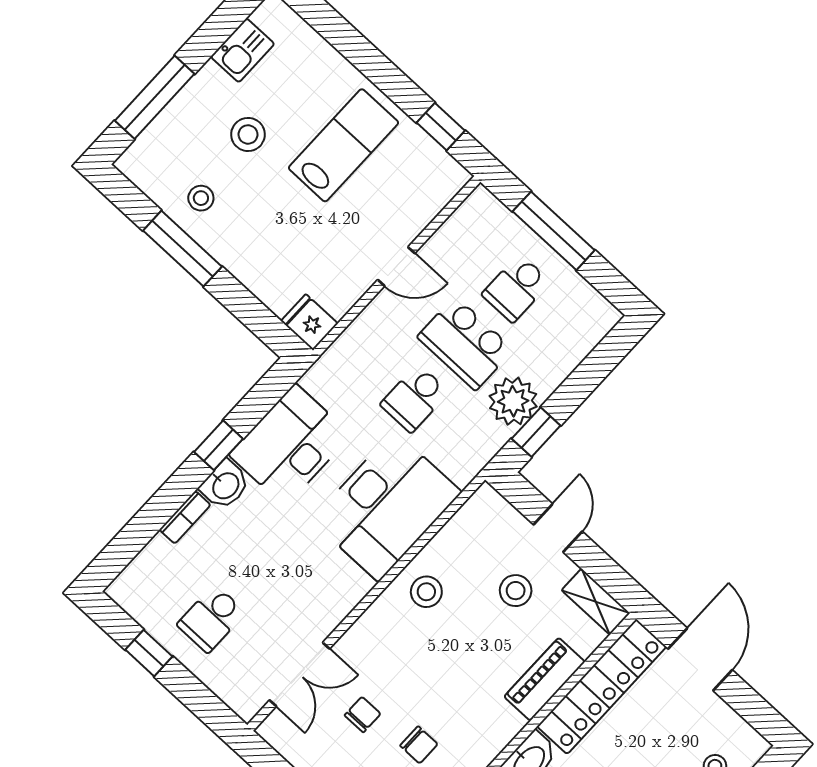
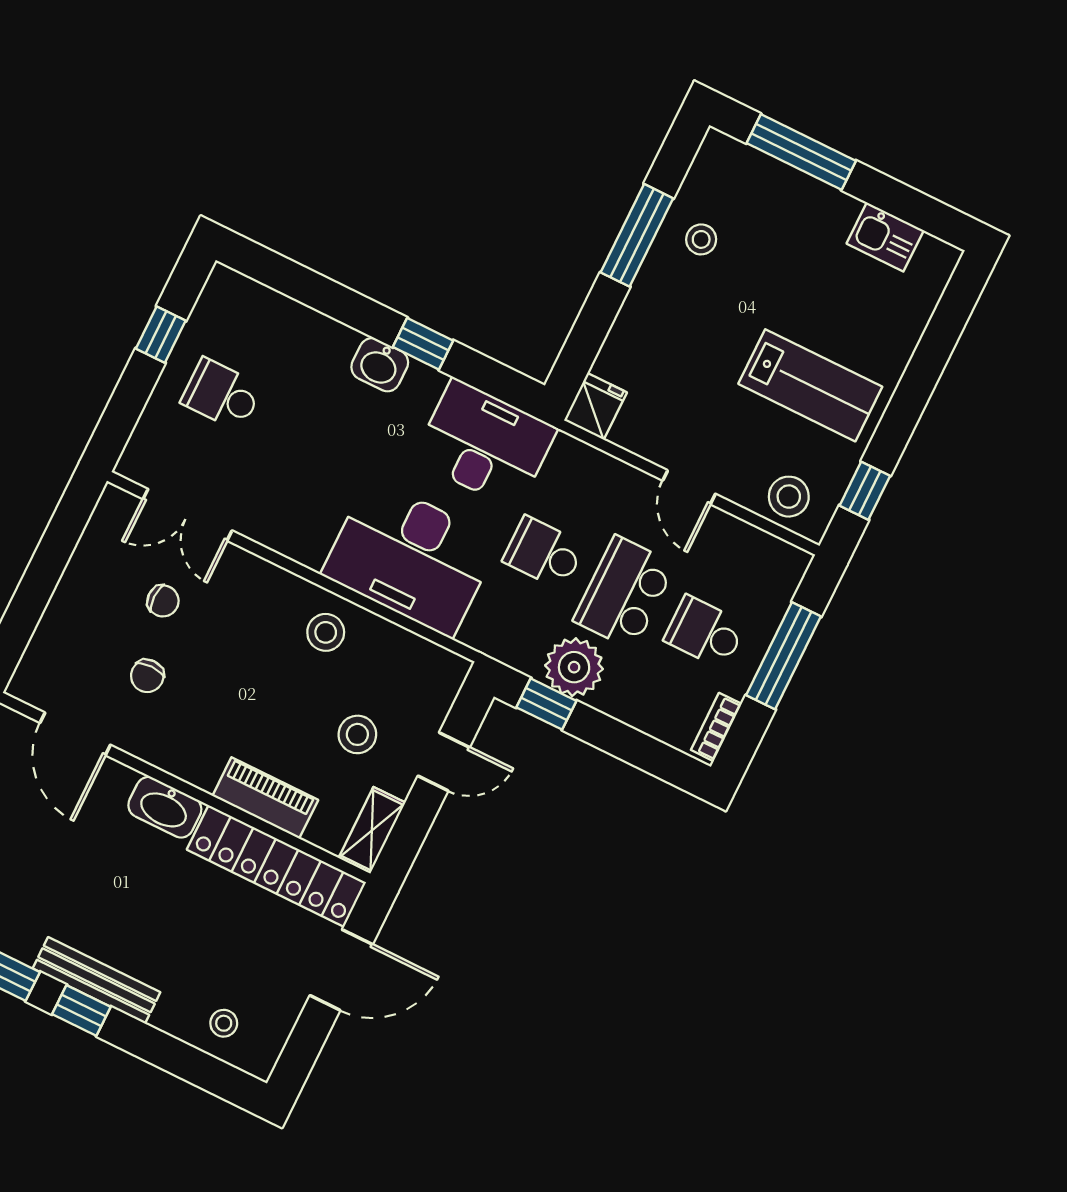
stool: (248, 134) -> (789, 497), moved
desk: (290, 445) -> (485, 444), moved
bookcase: (185, 517) -> (716, 727), moved, turned 90

